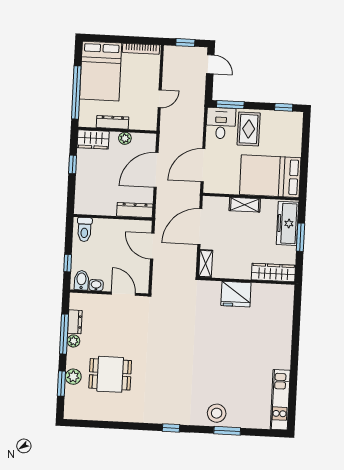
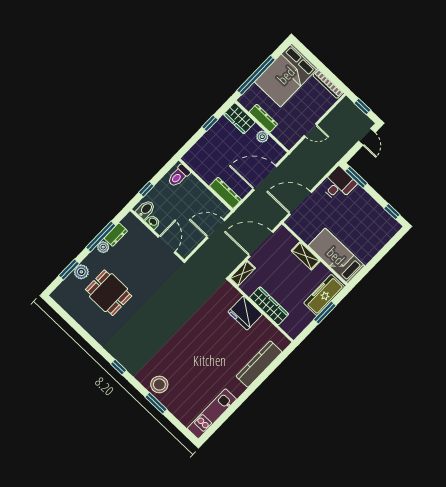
rug: (249, 129) -> (354, 205), removed
bed: (270, 176) -> (336, 256), width x0.67
door: (152, 246) -> (216, 229), hinge flipped
wardrobe: (273, 272) -> (269, 306), moved
kitchen counter: (283, 326) -> (259, 364), added

